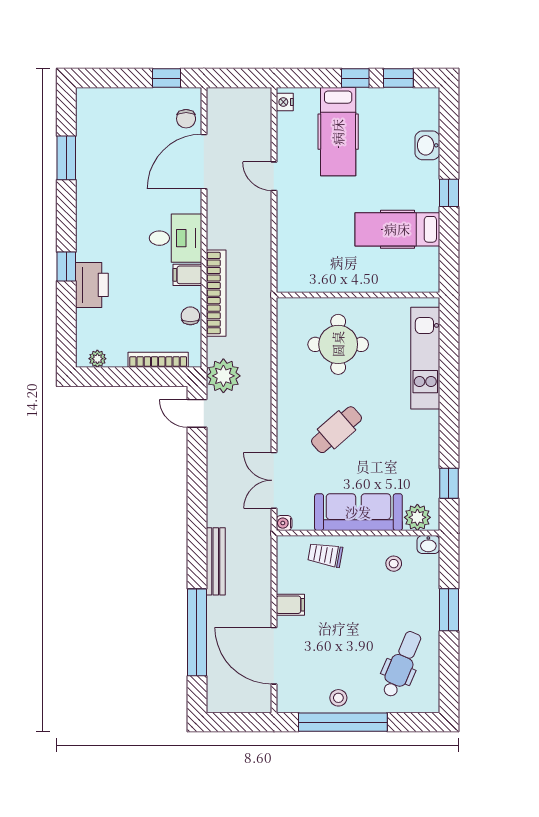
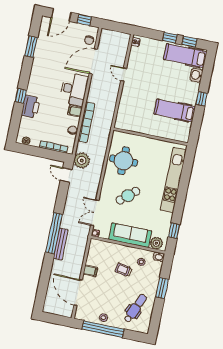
door: (116, 78) -> (61, 15), added
hospital bed: (338, 132) -> (185, 56), moved, turned 90
desk: (176, 238) -> (74, 89), width x1.37
round table: (338, 344) -> (124, 161), moved
kitchen unit: (425, 358) -> (173, 180), width x1.36
trolley: (325, 555) -> (123, 270), moved
window: (197, 632) -> (54, 233), moved

